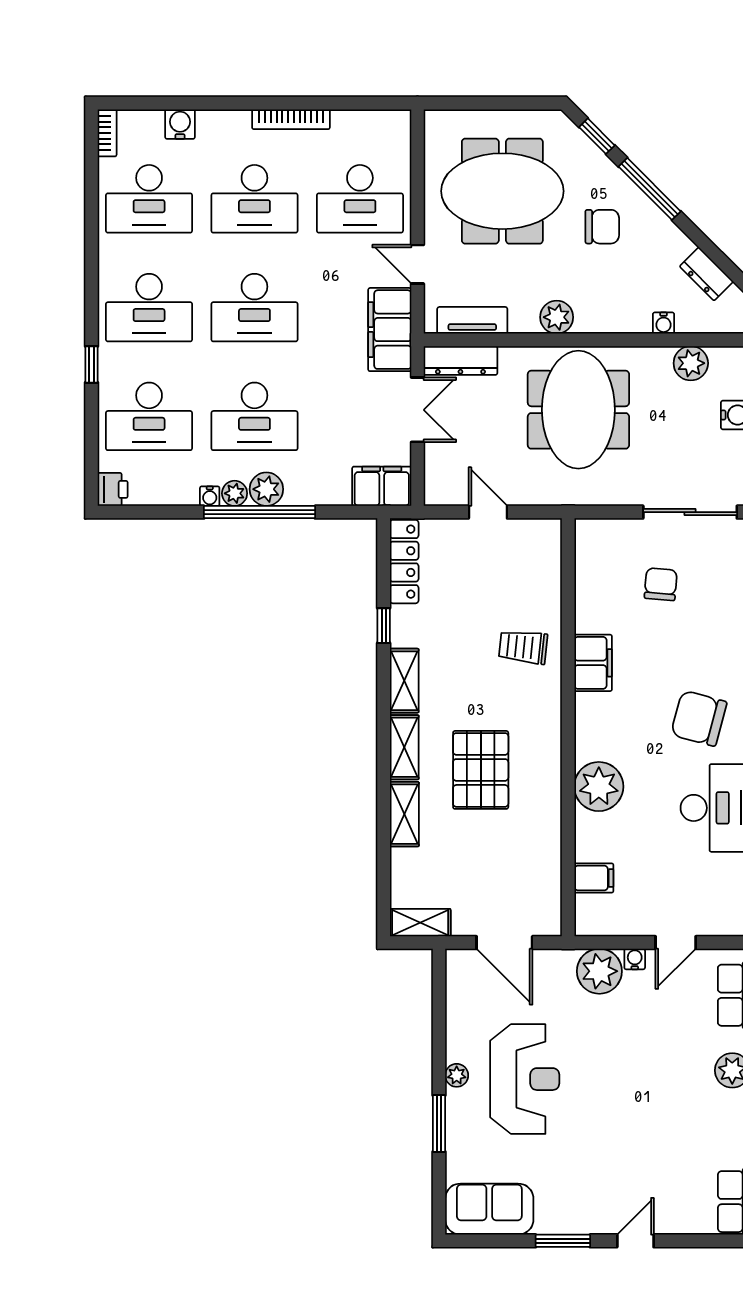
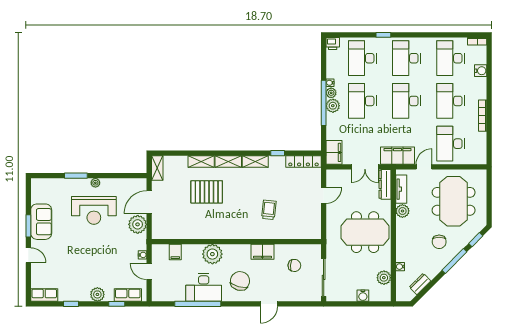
plant: (557, 317) -> (402, 211), moved
filing cabinet: (593, 663) -> (262, 252), moved
wall: (568, 727) -> (236, 242), moved
pallet: (481, 770) -> (207, 192), moved
plant: (599, 787) -> (212, 254), moved
filing cabinet: (594, 878) -> (175, 252), moved
plant: (599, 971) -> (138, 224), moved
sofa: (489, 1209) -> (41, 222), moved

